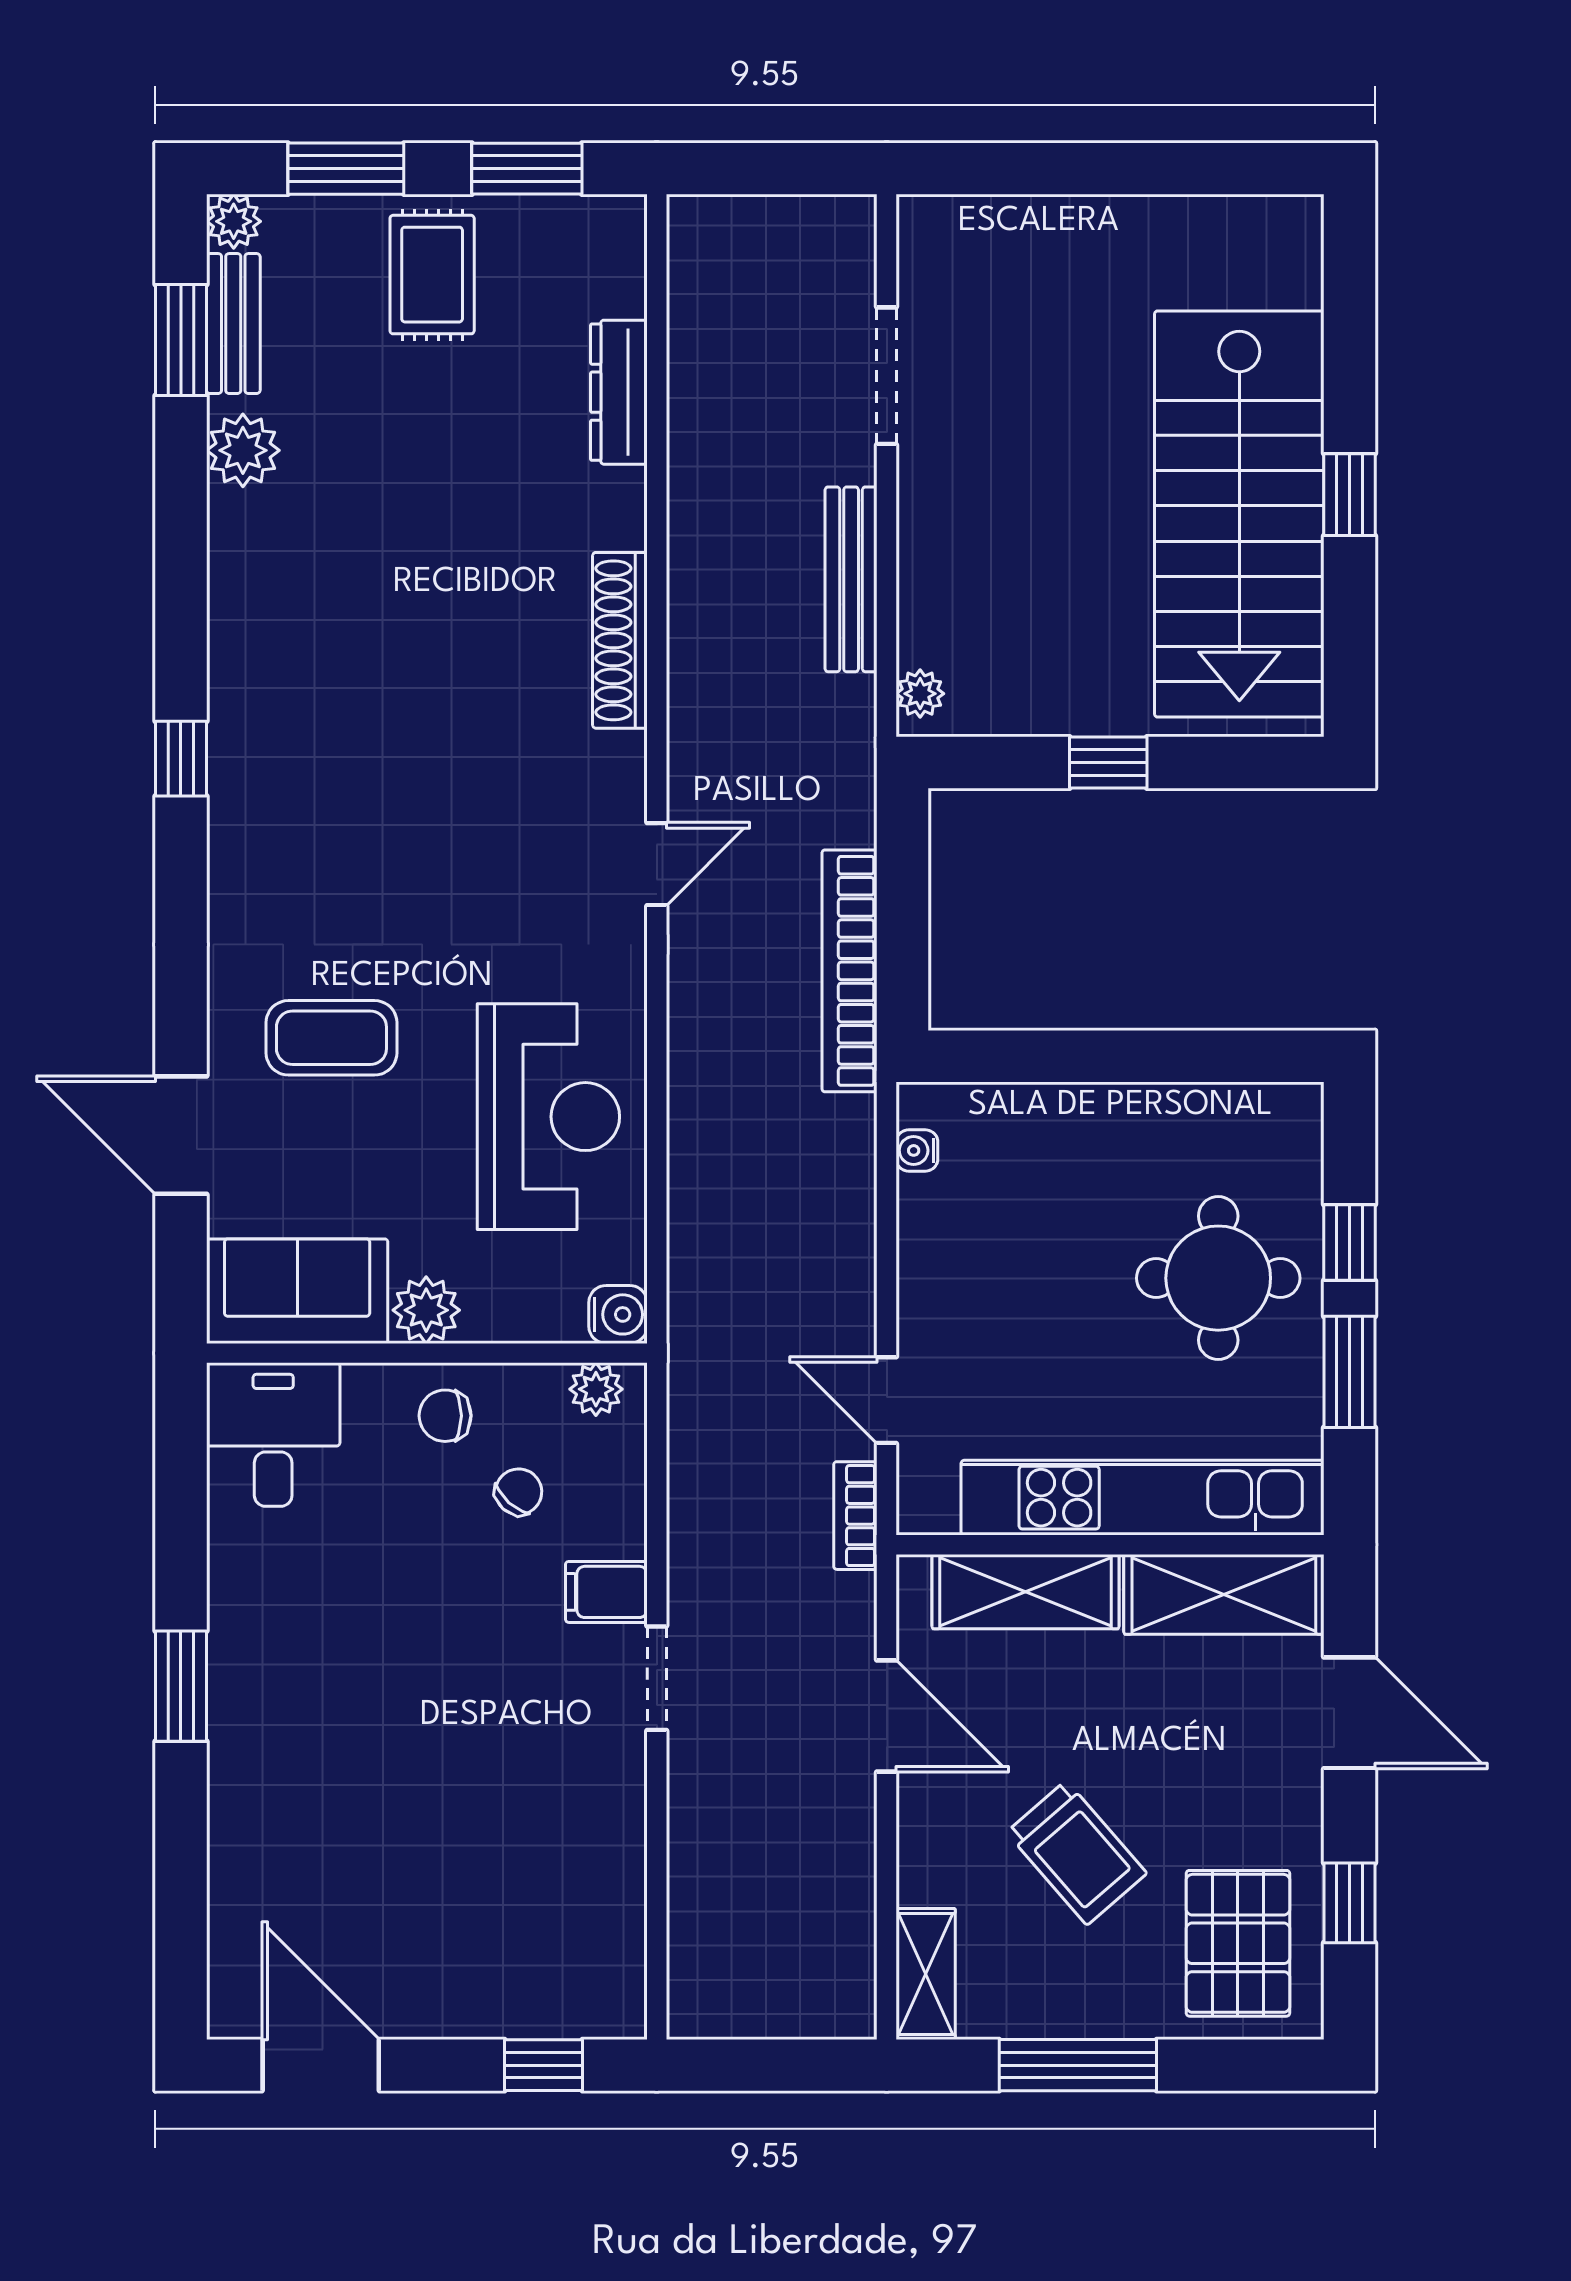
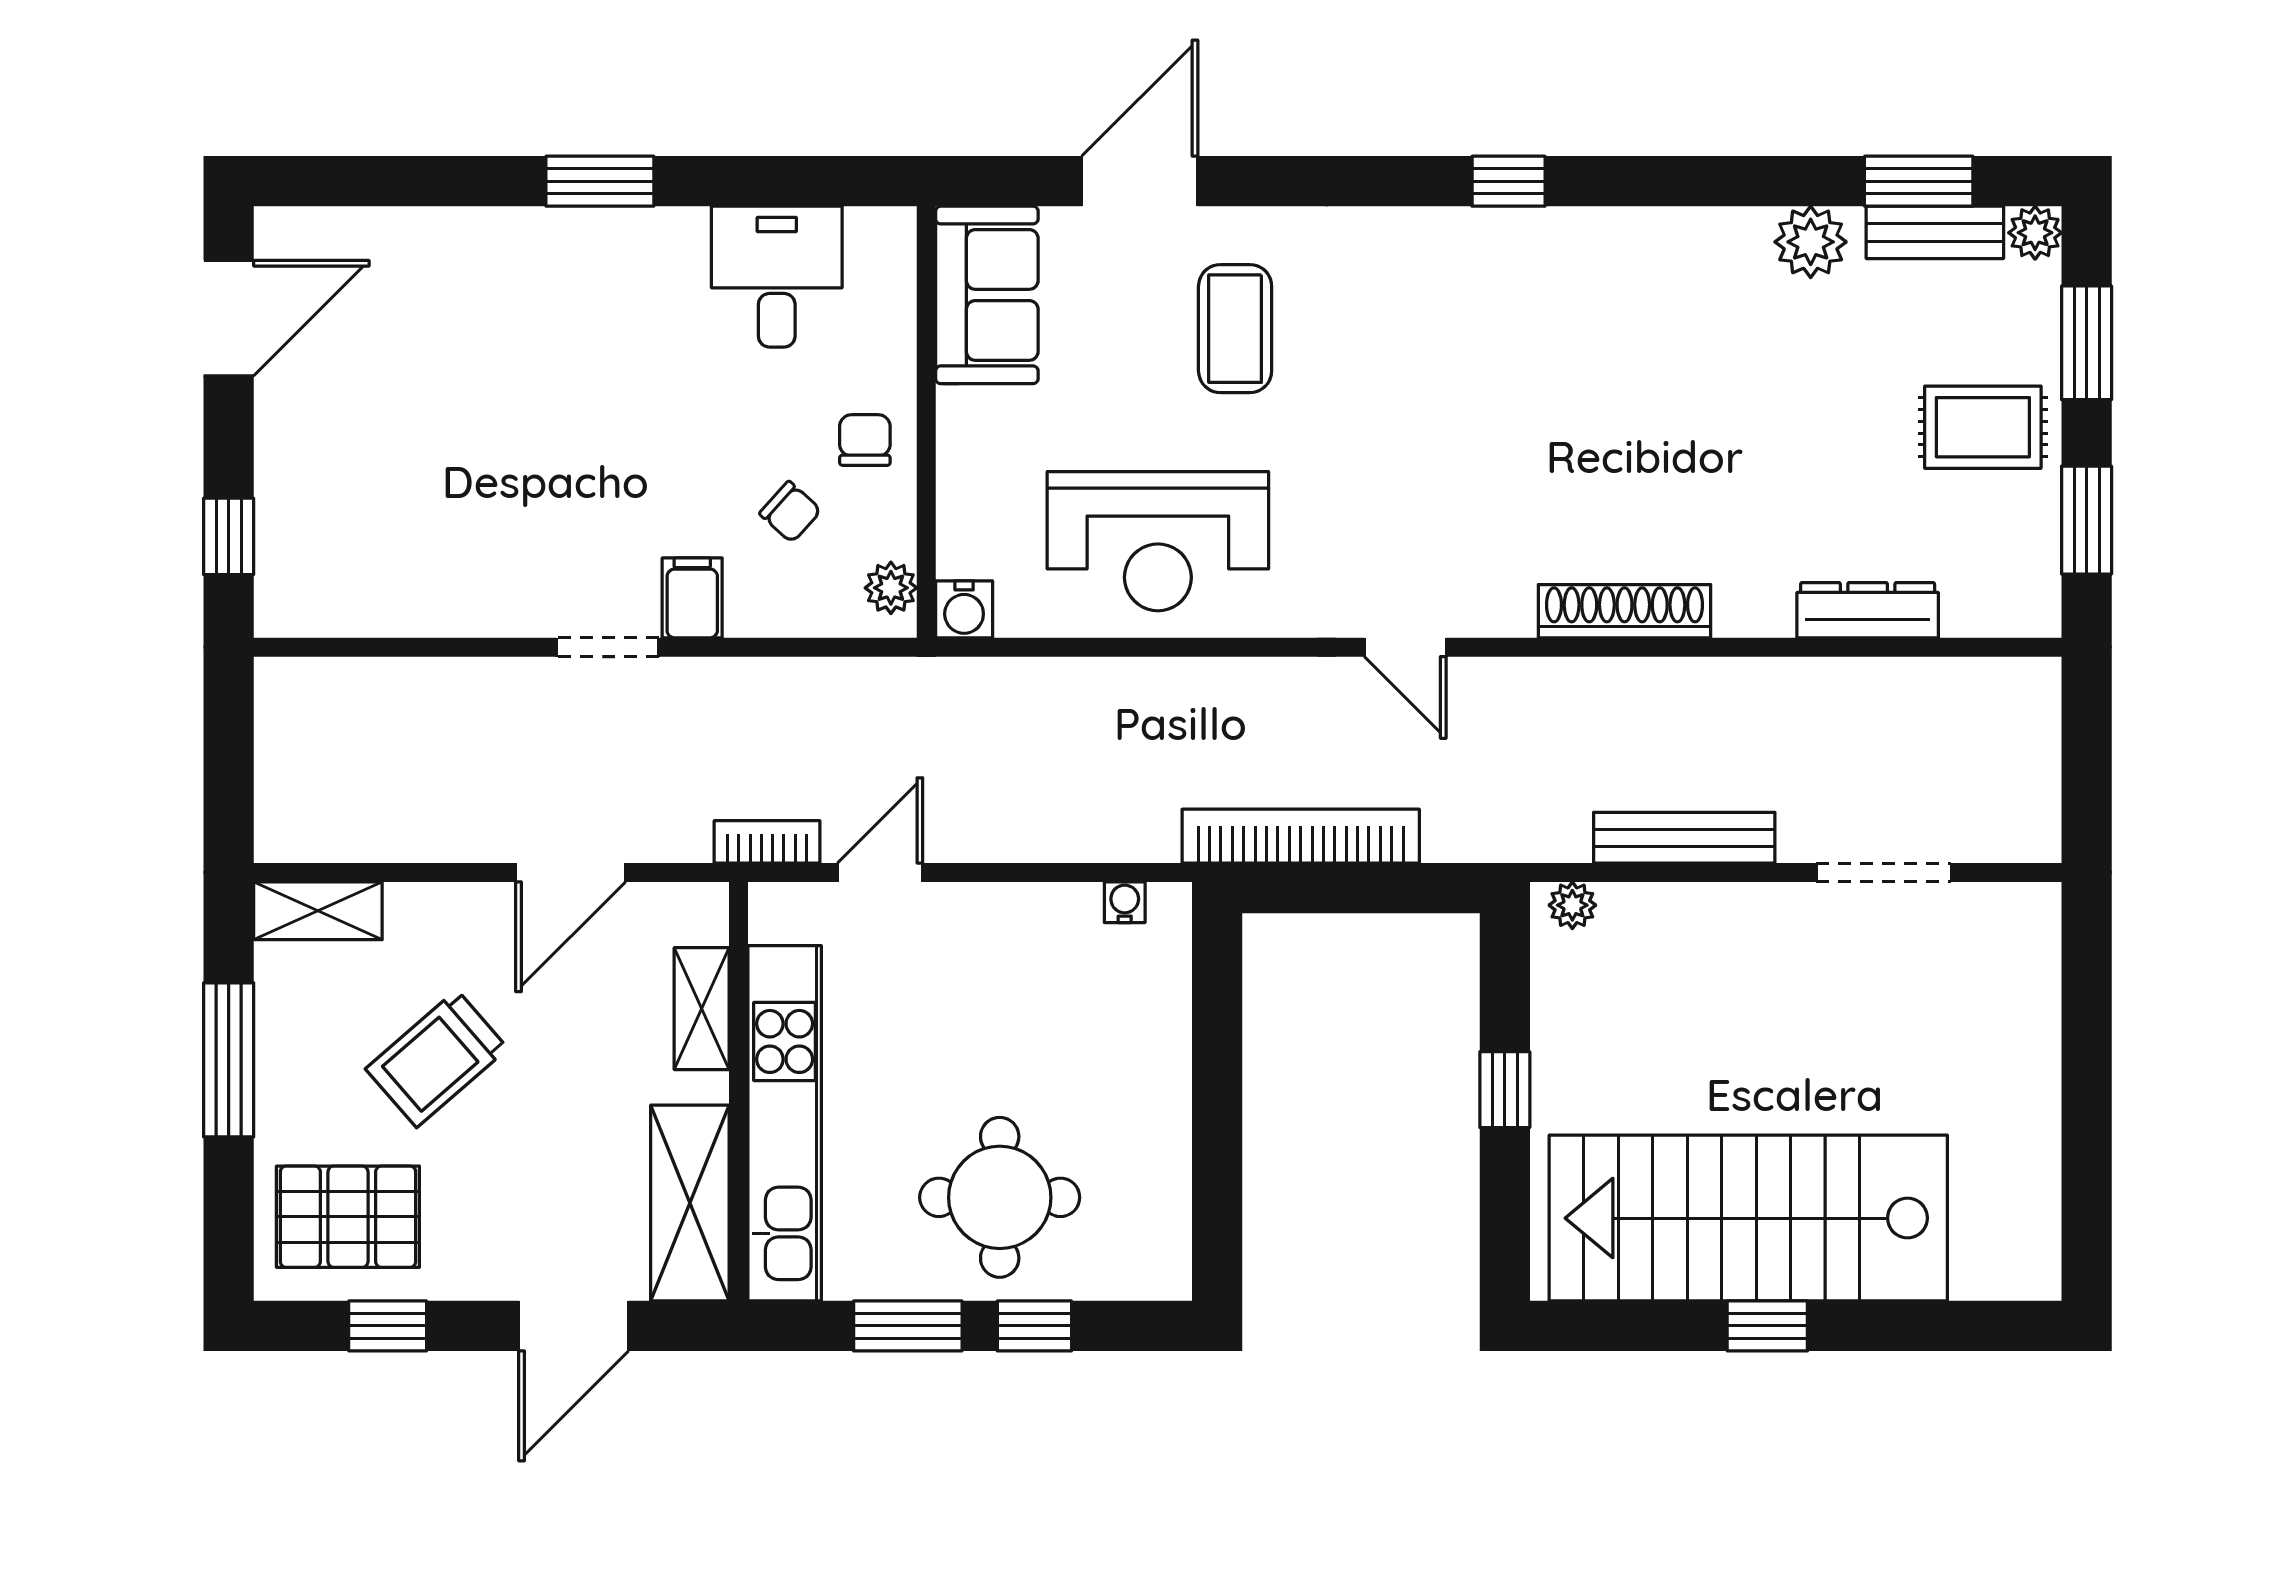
plant: (426, 1310) -> (968, 421), removed
desk: (273, 1435) -> (777, 277), moved, turned -90
shelving: (1026, 1592) -> (702, 1009), width x0.67, depth x0.75

